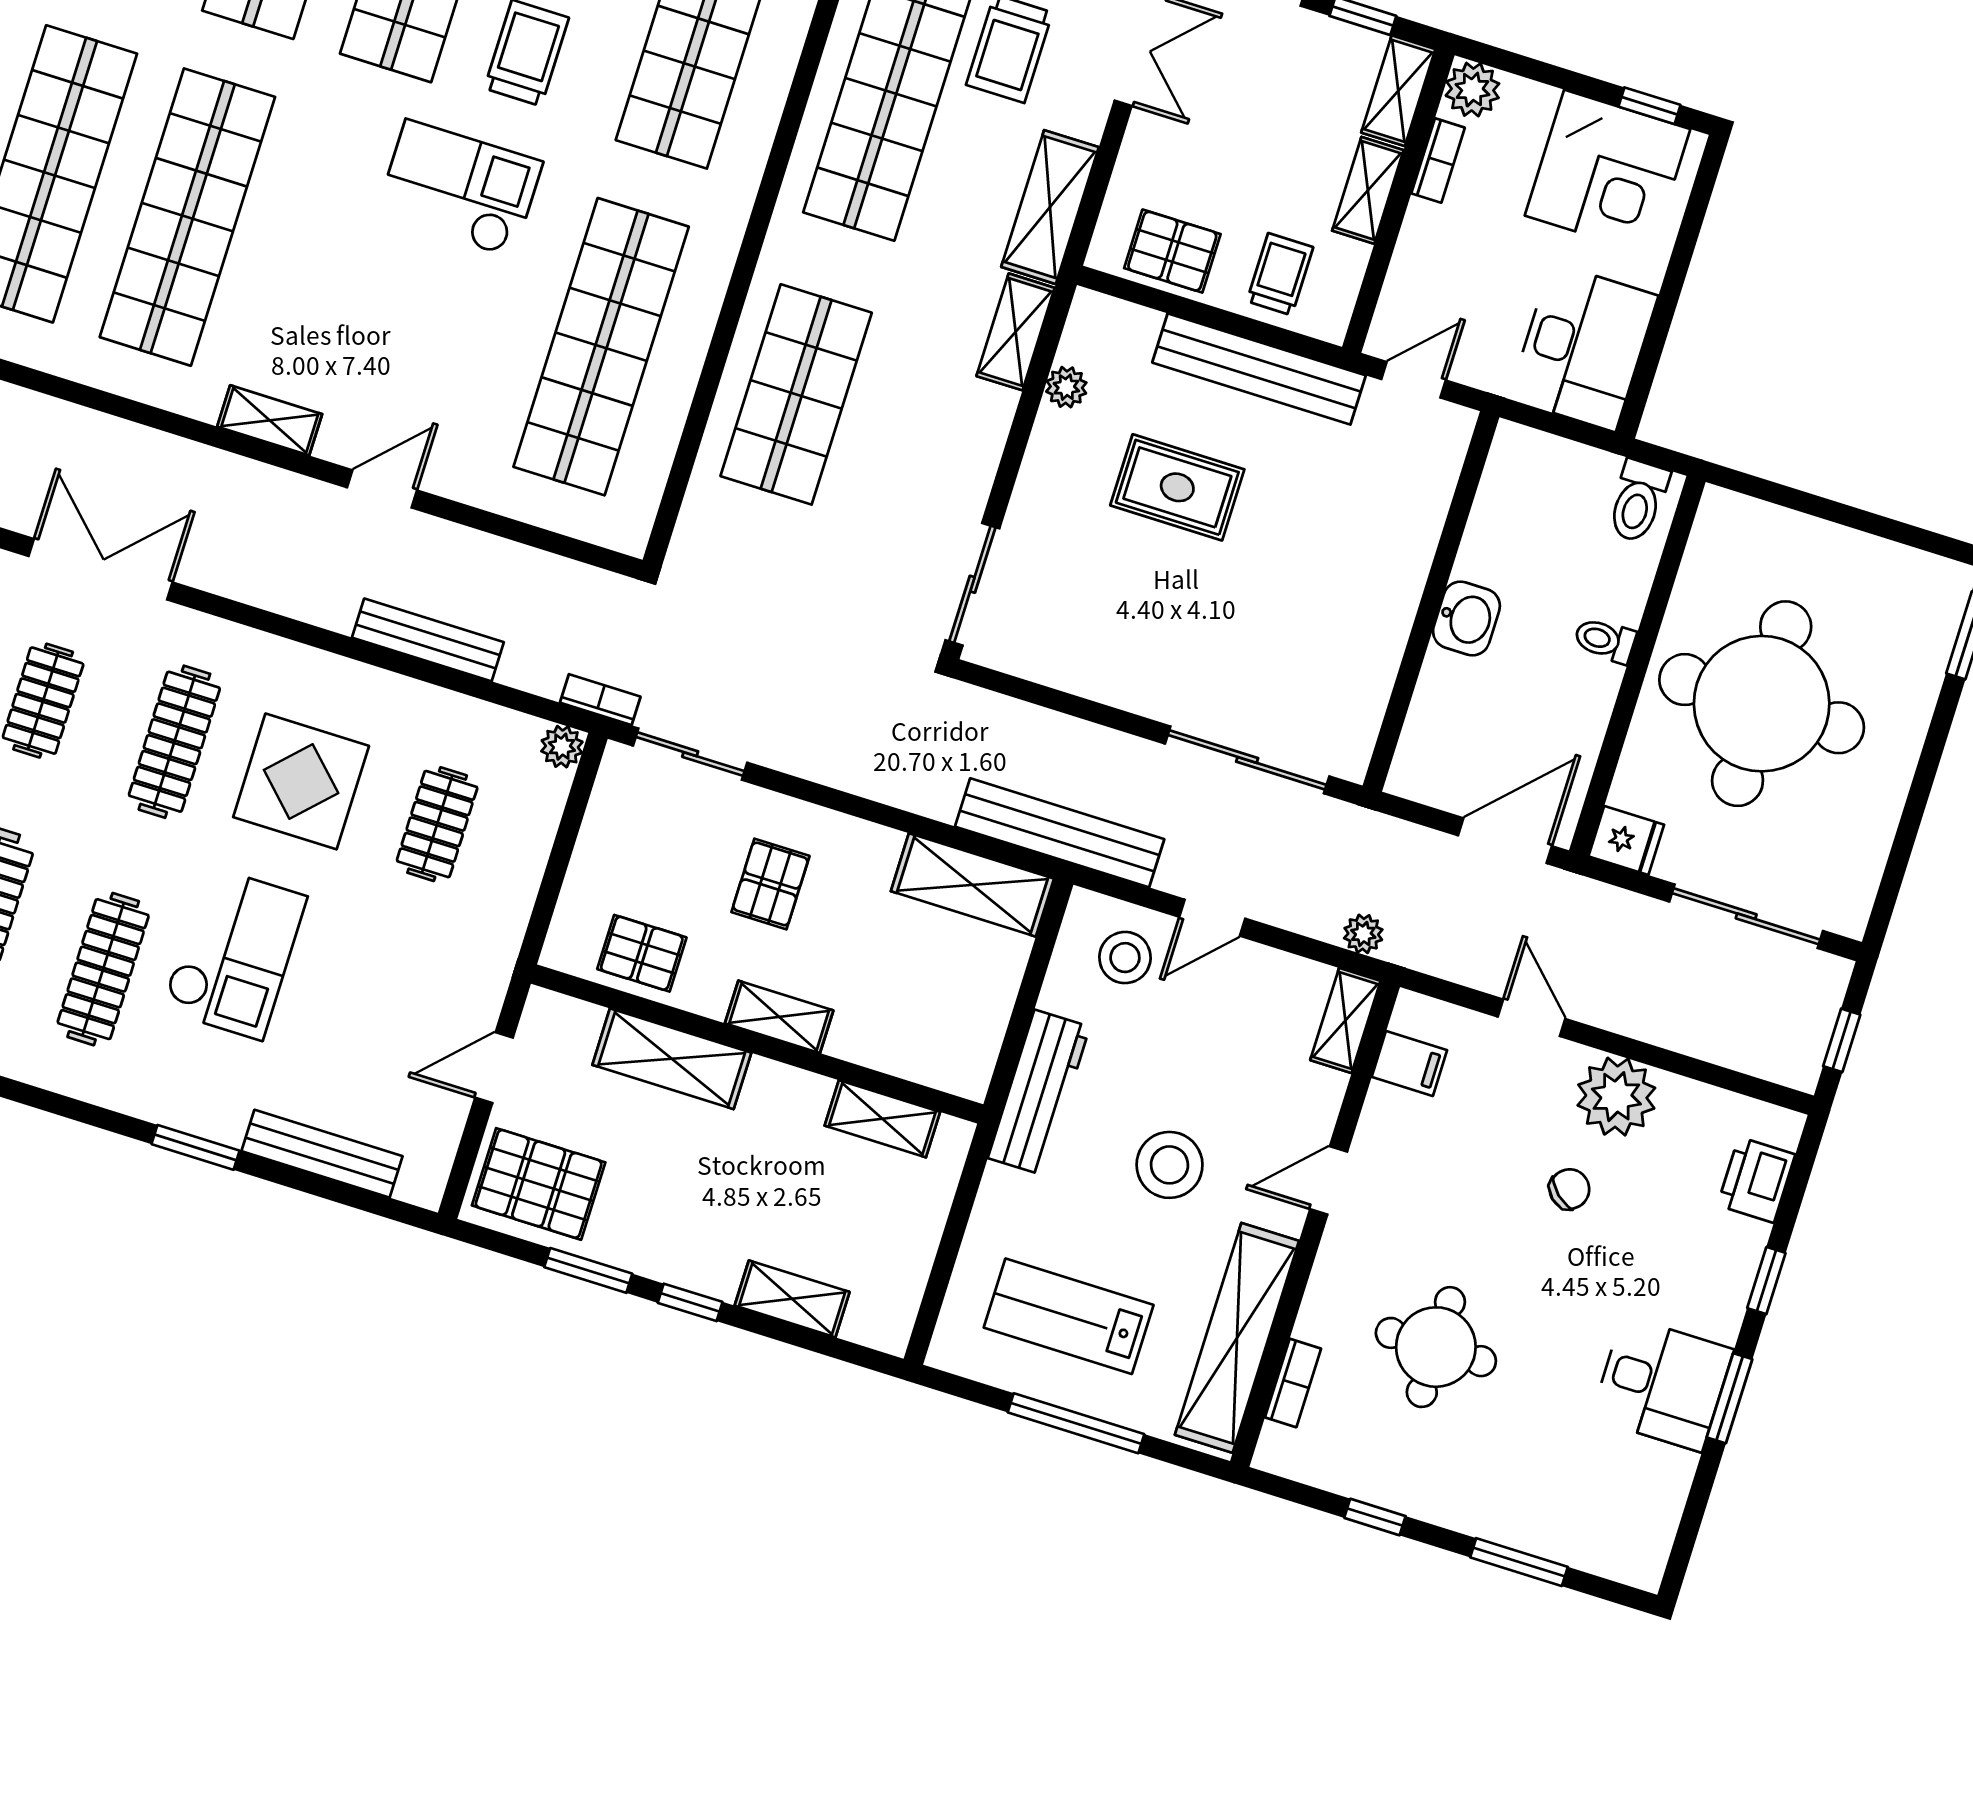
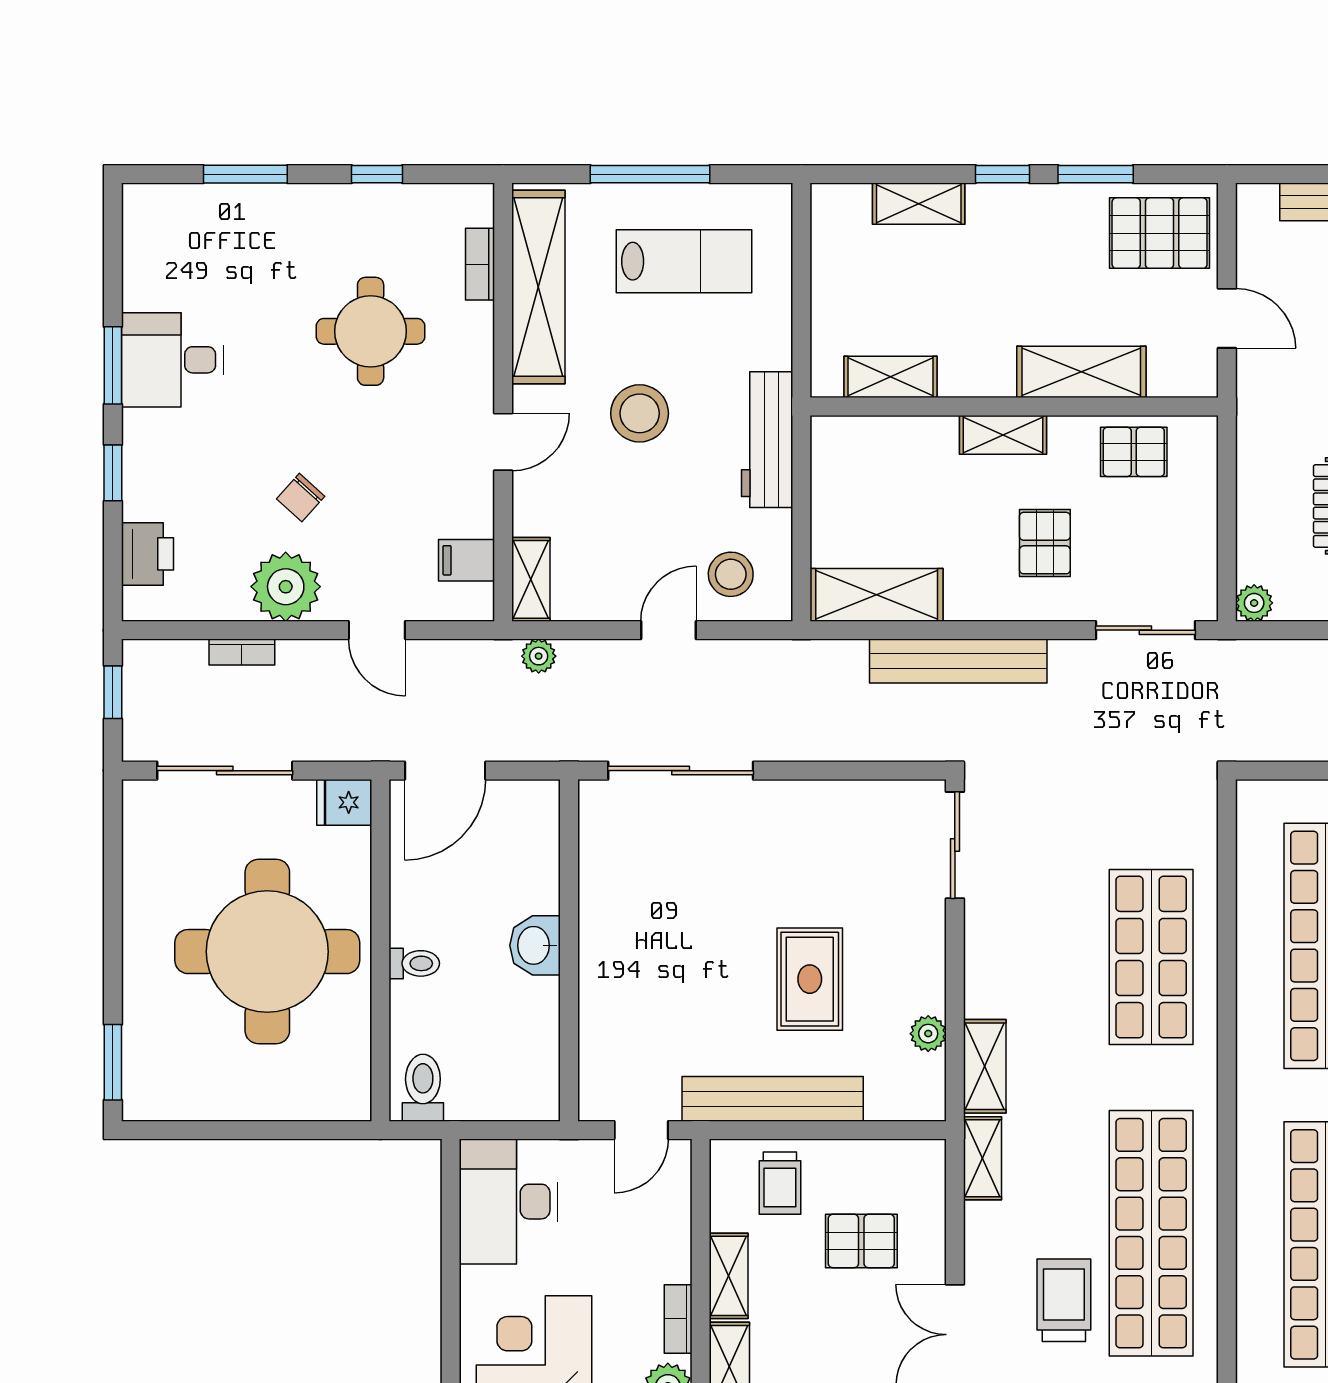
shelving: (1050, 207) -> (983, 1158), width x0.67, depth x0.75
pallet: (1172, 251) -> (861, 1241), moved
rug: (1177, 487) -> (810, 979), turned 90
bookcase: (600, 700) -> (242, 652), moved
bench: (1060, 833) -> (958, 661), moved
door: (494, 1068) -> (1227, 318), hinge flipped

